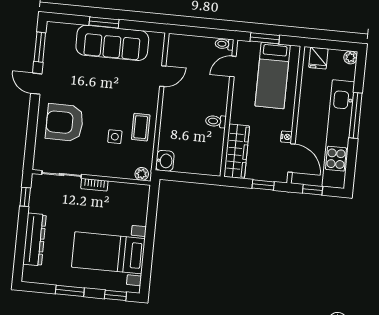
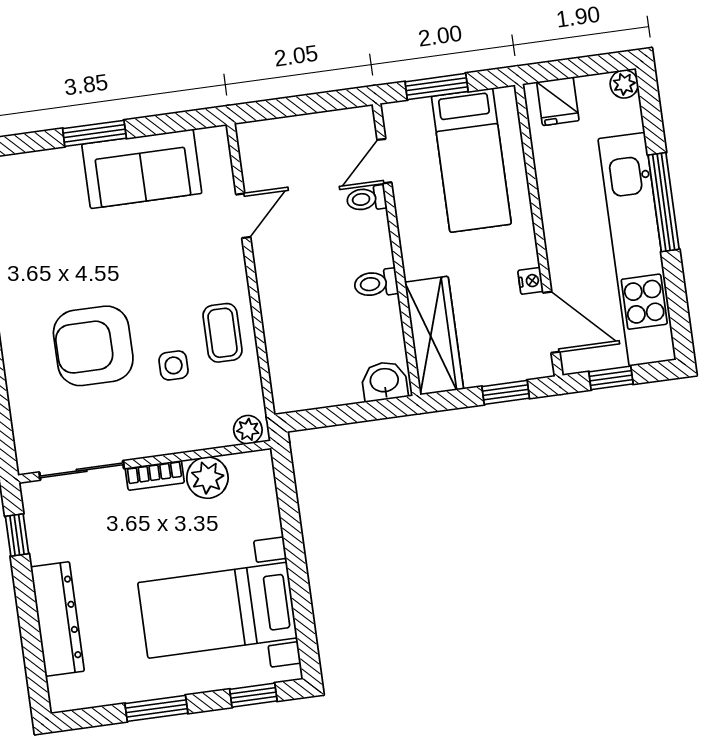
sofa: (112, 43) -> (142, 169), width x0.73
toilet: (224, 44) -> (366, 199), moved
armchair: (65, 123) -> (93, 346), moved
washbasin: (165, 161) -> (384, 381), moved, turned -90
plant: (118, 191) -> (207, 478), added

